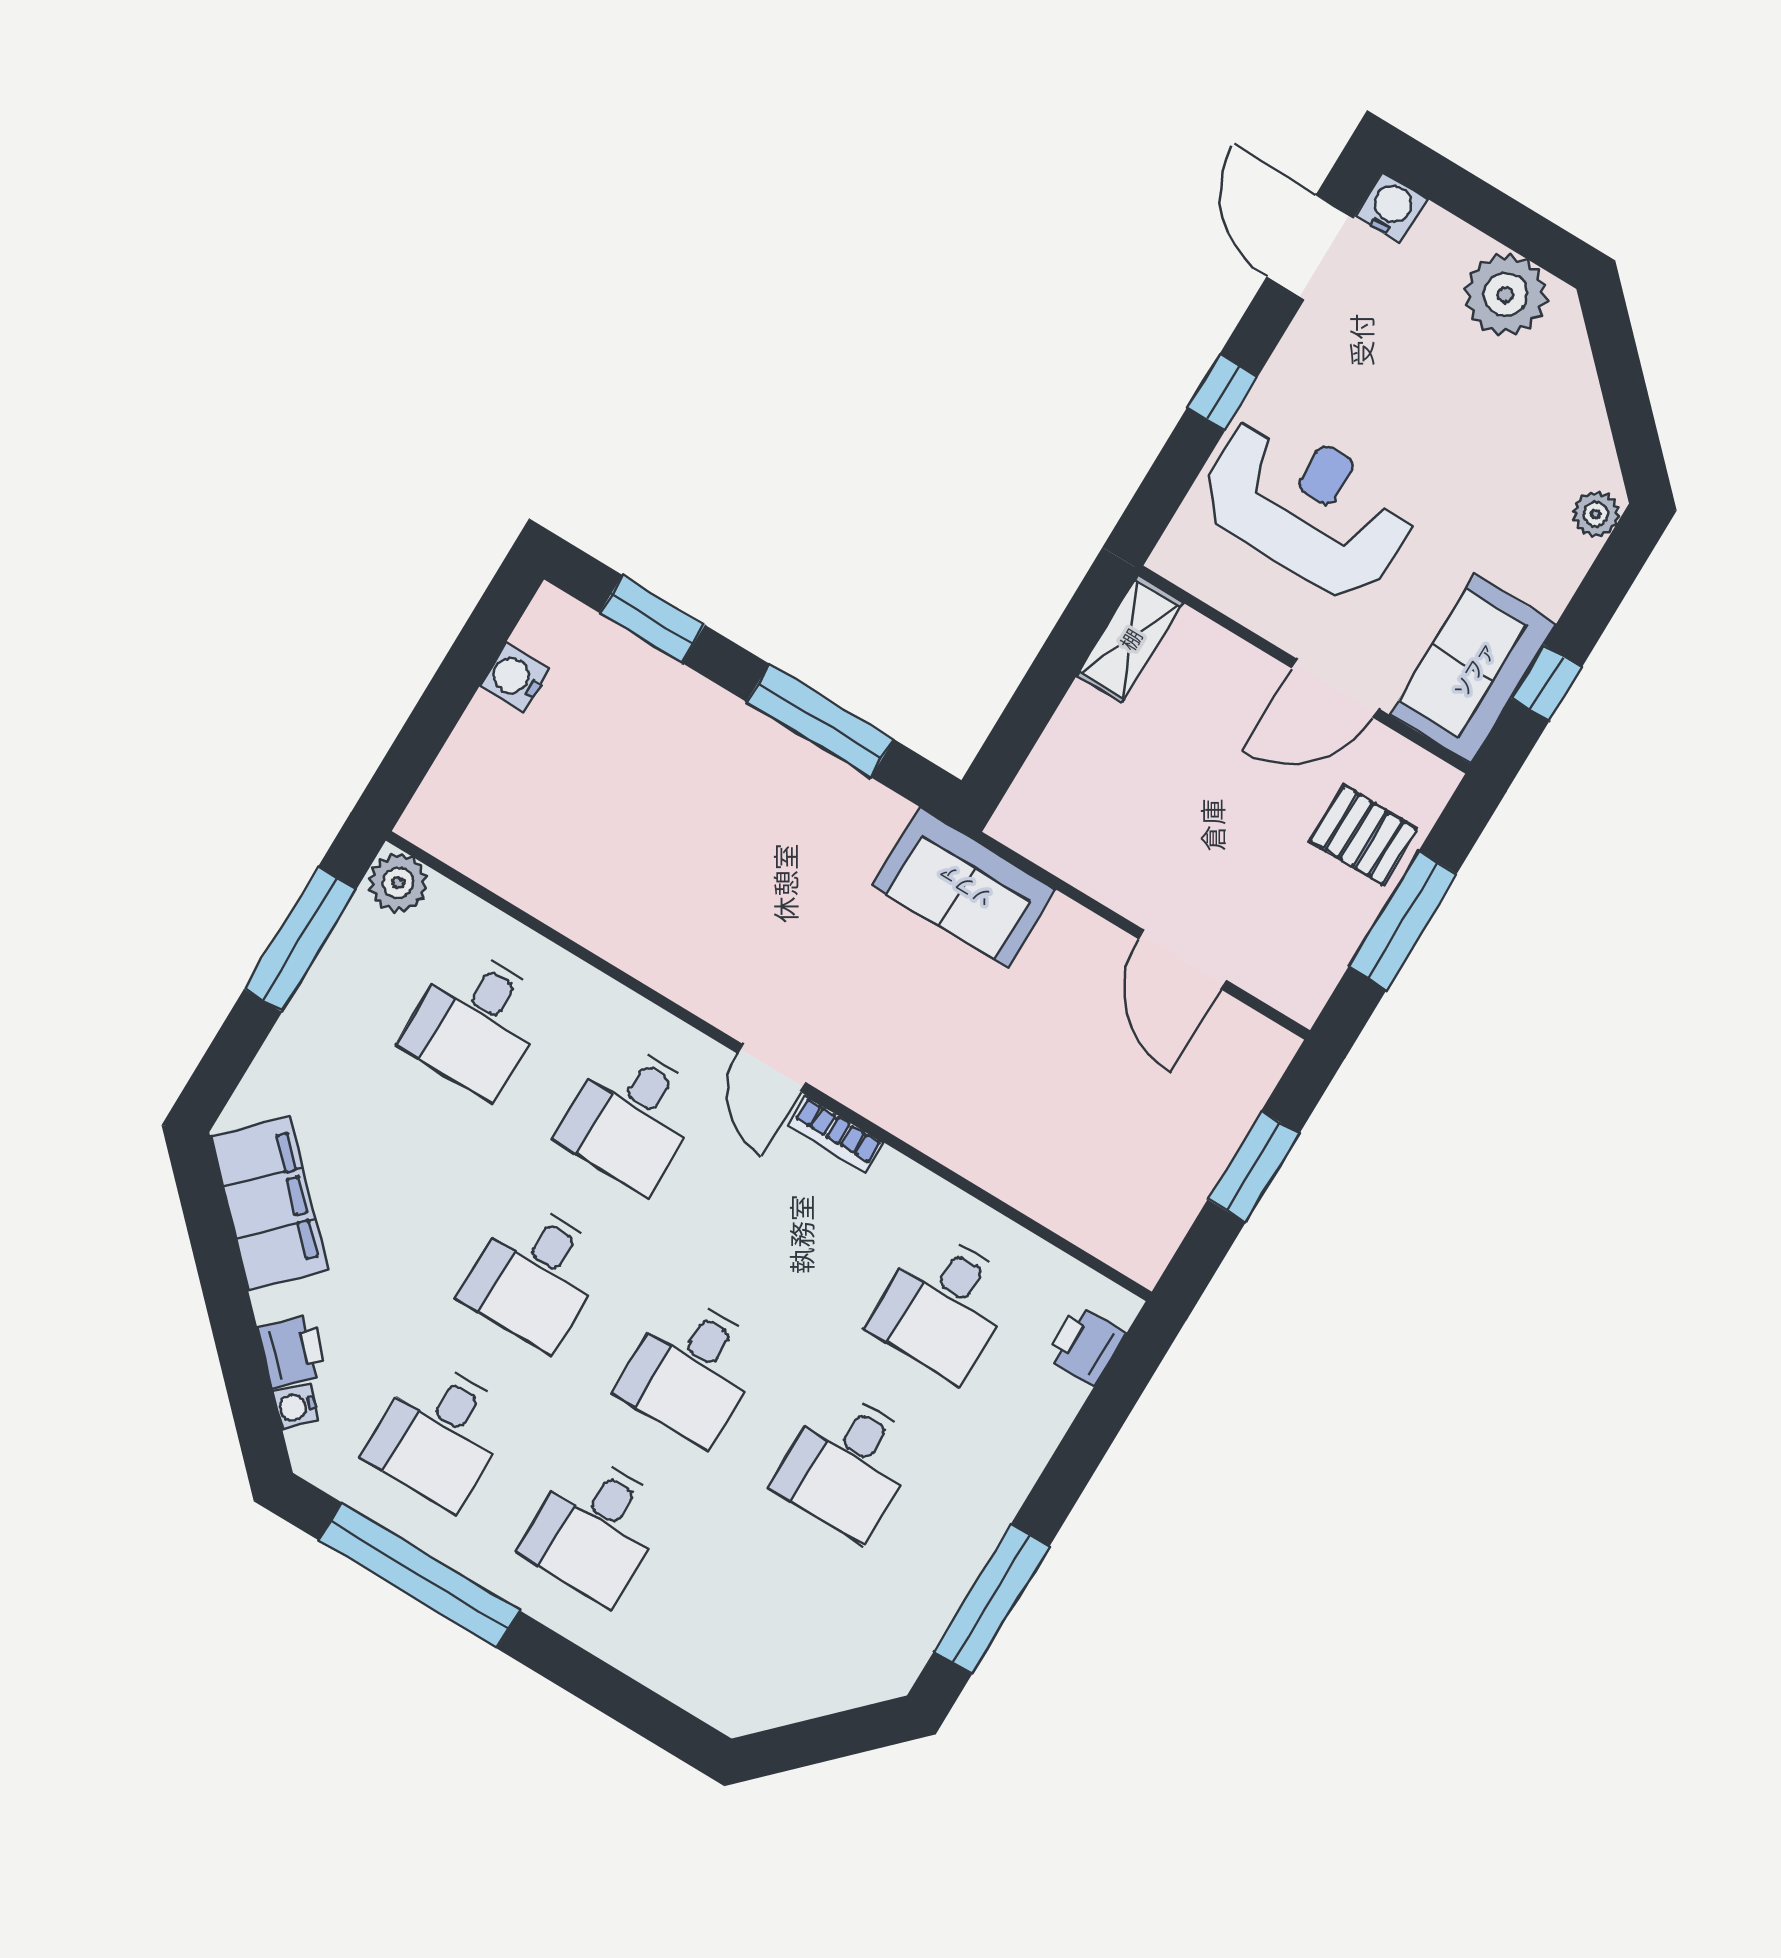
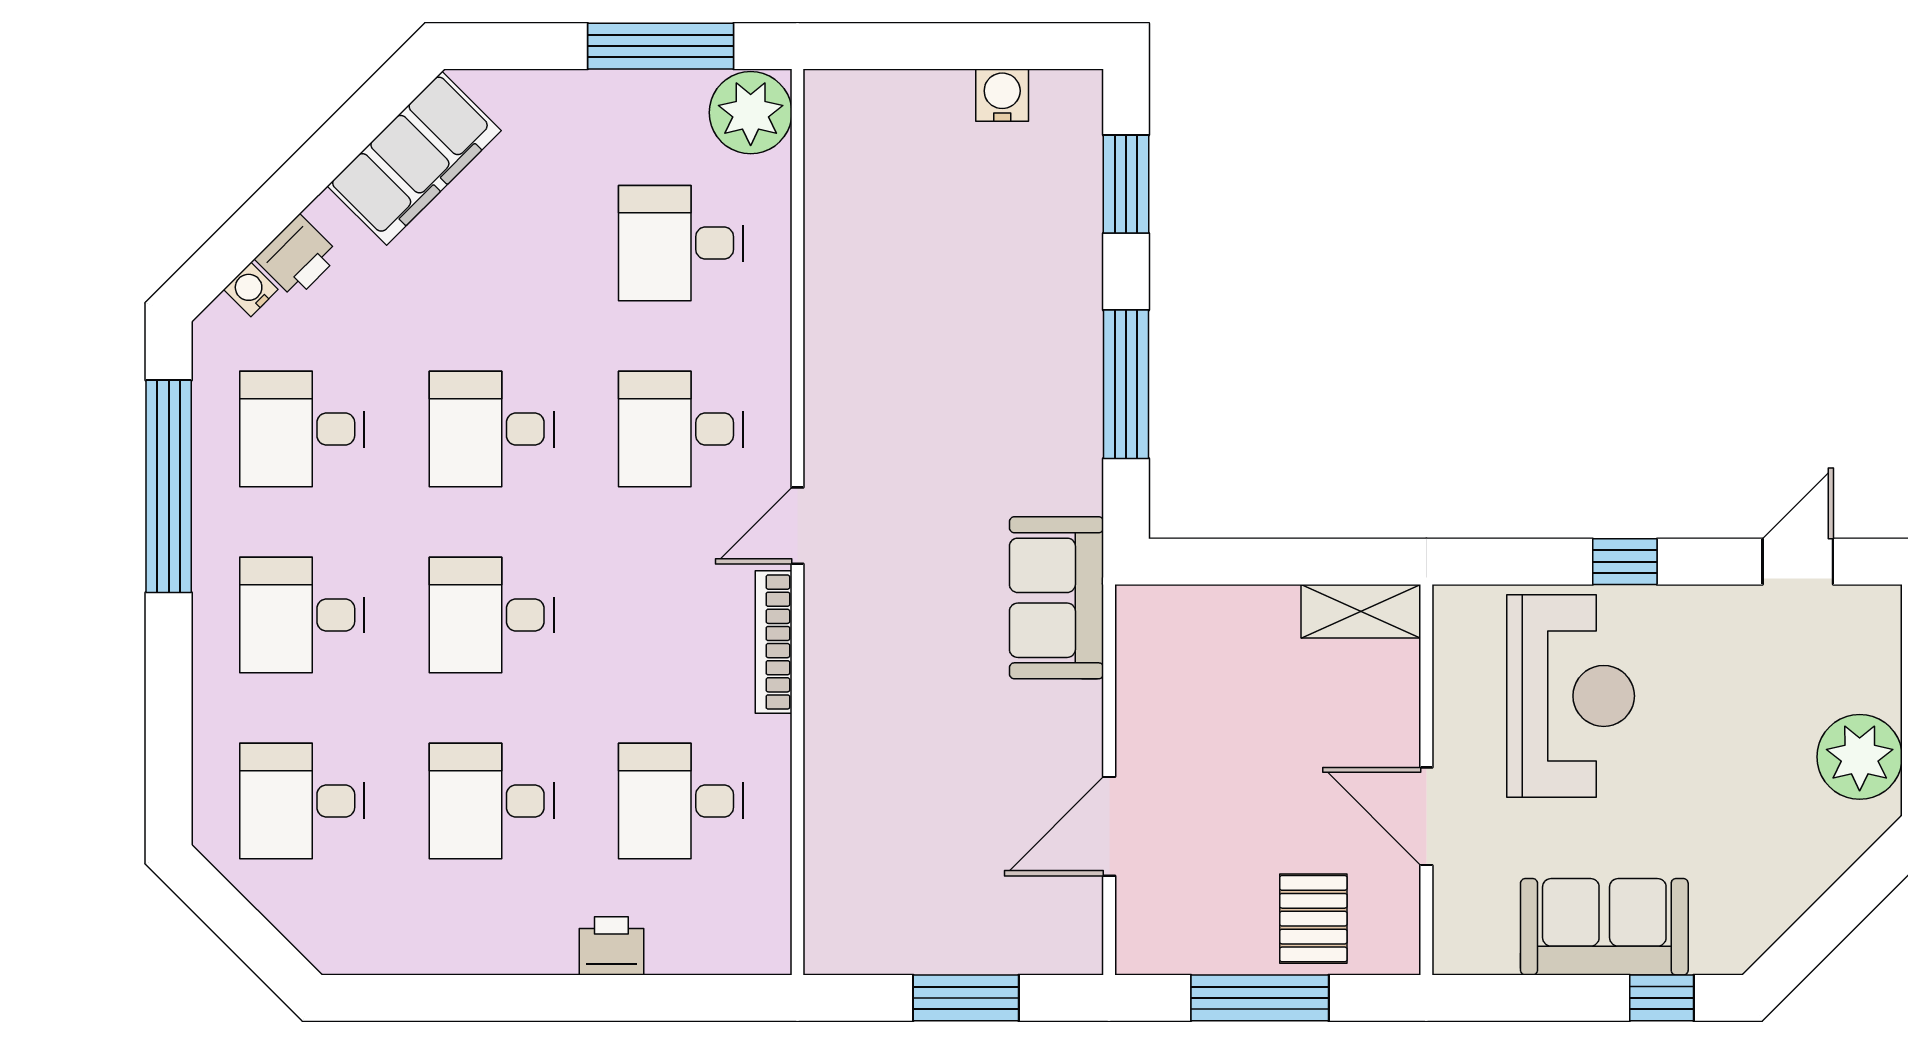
water cooler: (1391, 207) -> (1875, 611), removed
door: (1310, 247) -> (1798, 562), width x0.73
plant: (1596, 514) -> (1716, 952), removed
sofa: (1473, 669) -> (1604, 927), moved
window: (1546, 683) -> (1662, 998), moved
plant: (398, 883) -> (751, 113), width x1.36, depth x1.36
bookcase: (836, 1134) -> (774, 642), width x1.56
printer: (1086, 1345) -> (611, 946), moved
window: (992, 1599) -> (450, 998), removed
desk: (751, 1623) -> (302, 801), added

